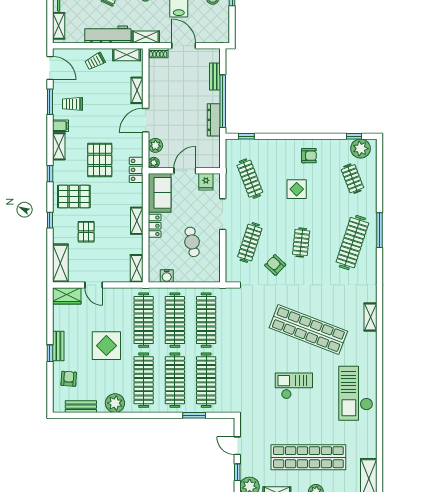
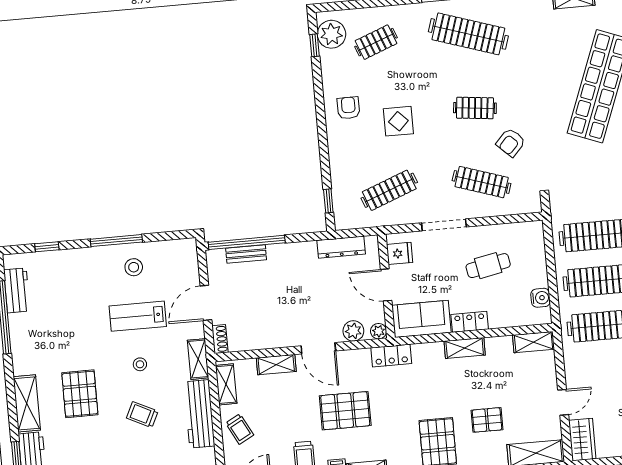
window: (223, 101) -> (247, 242), moved
dresser: (214, 120) -> (341, 247), moved
pallet: (100, 160) -> (345, 411), moved

